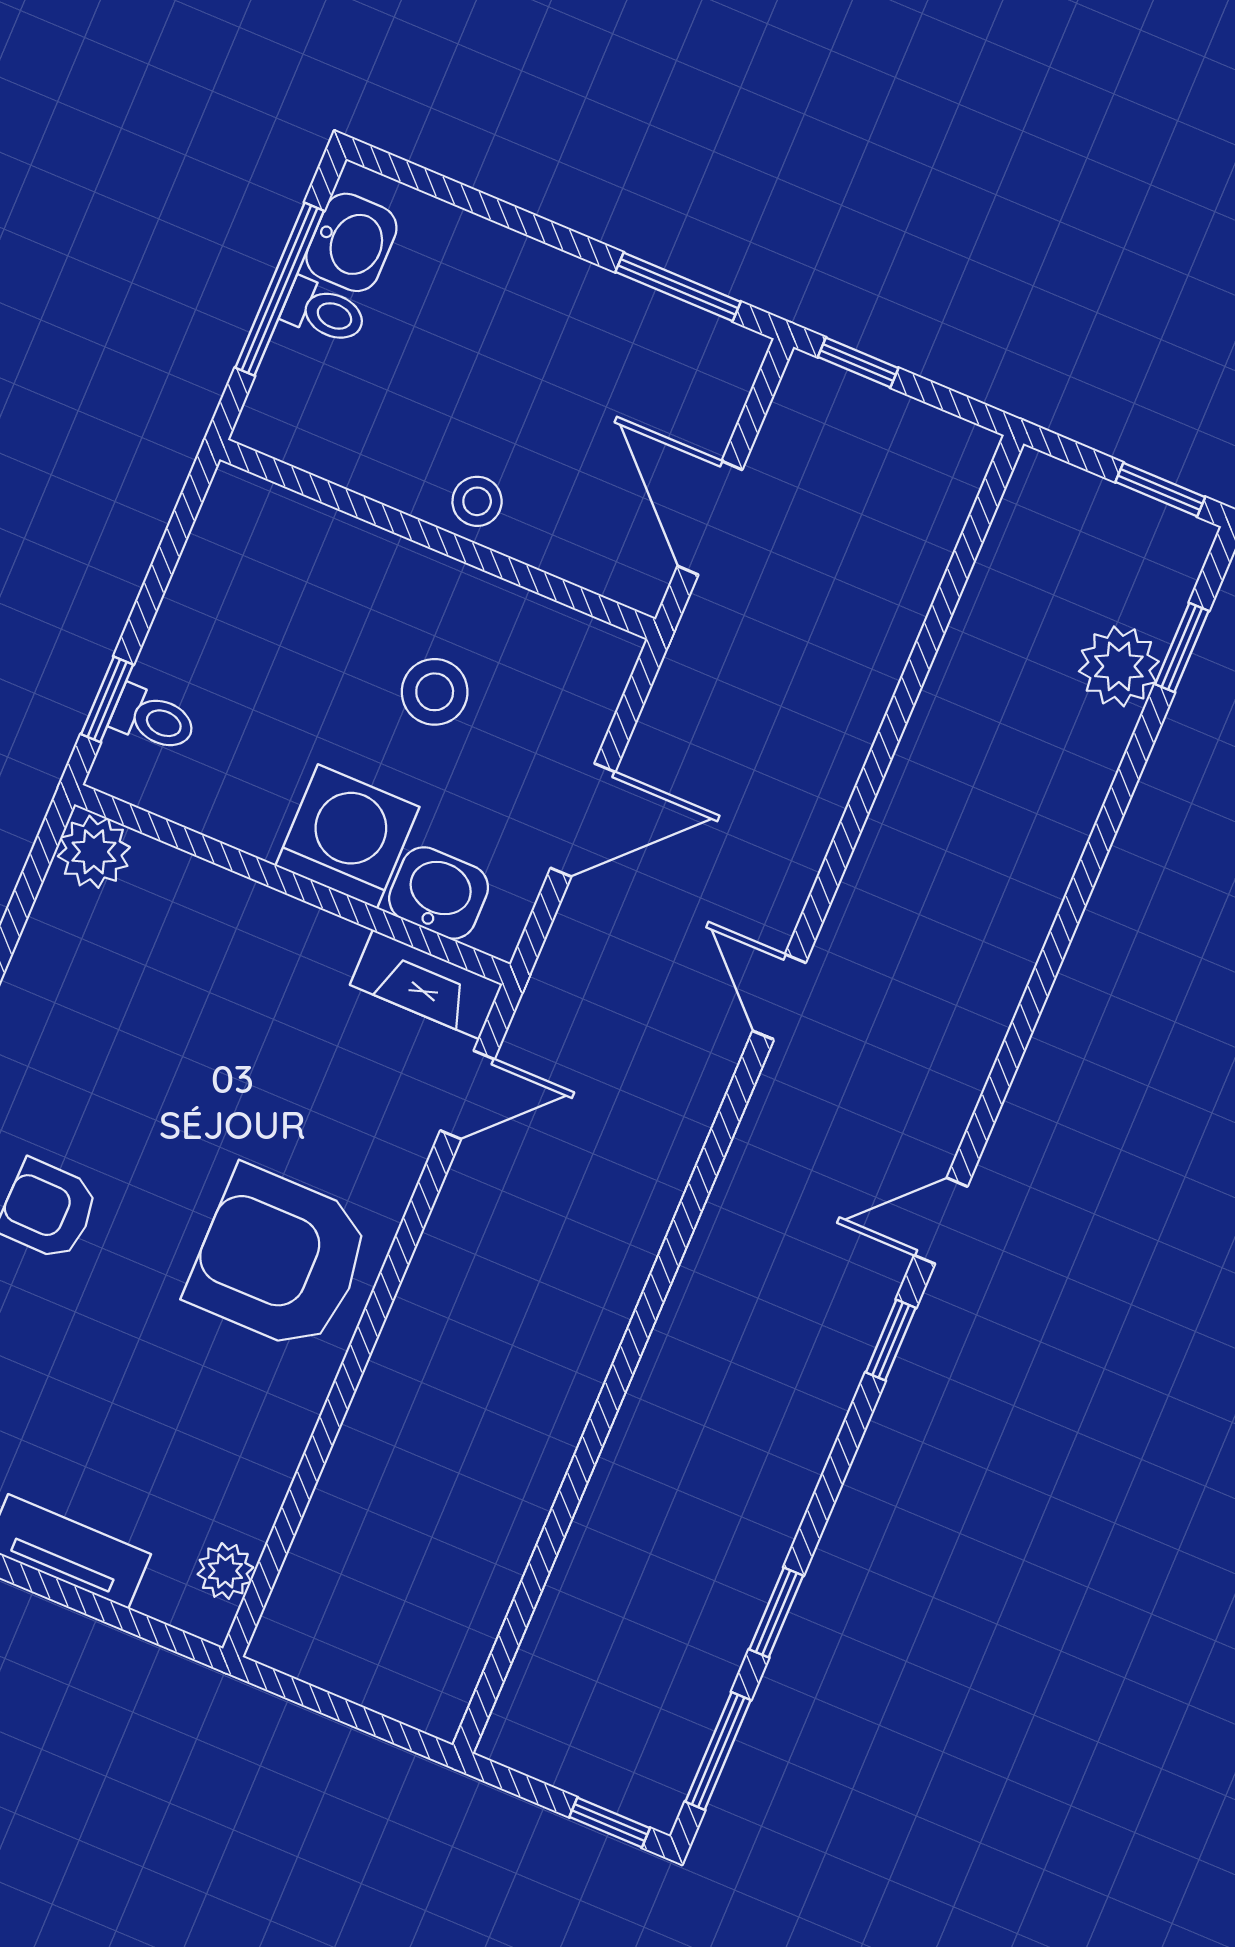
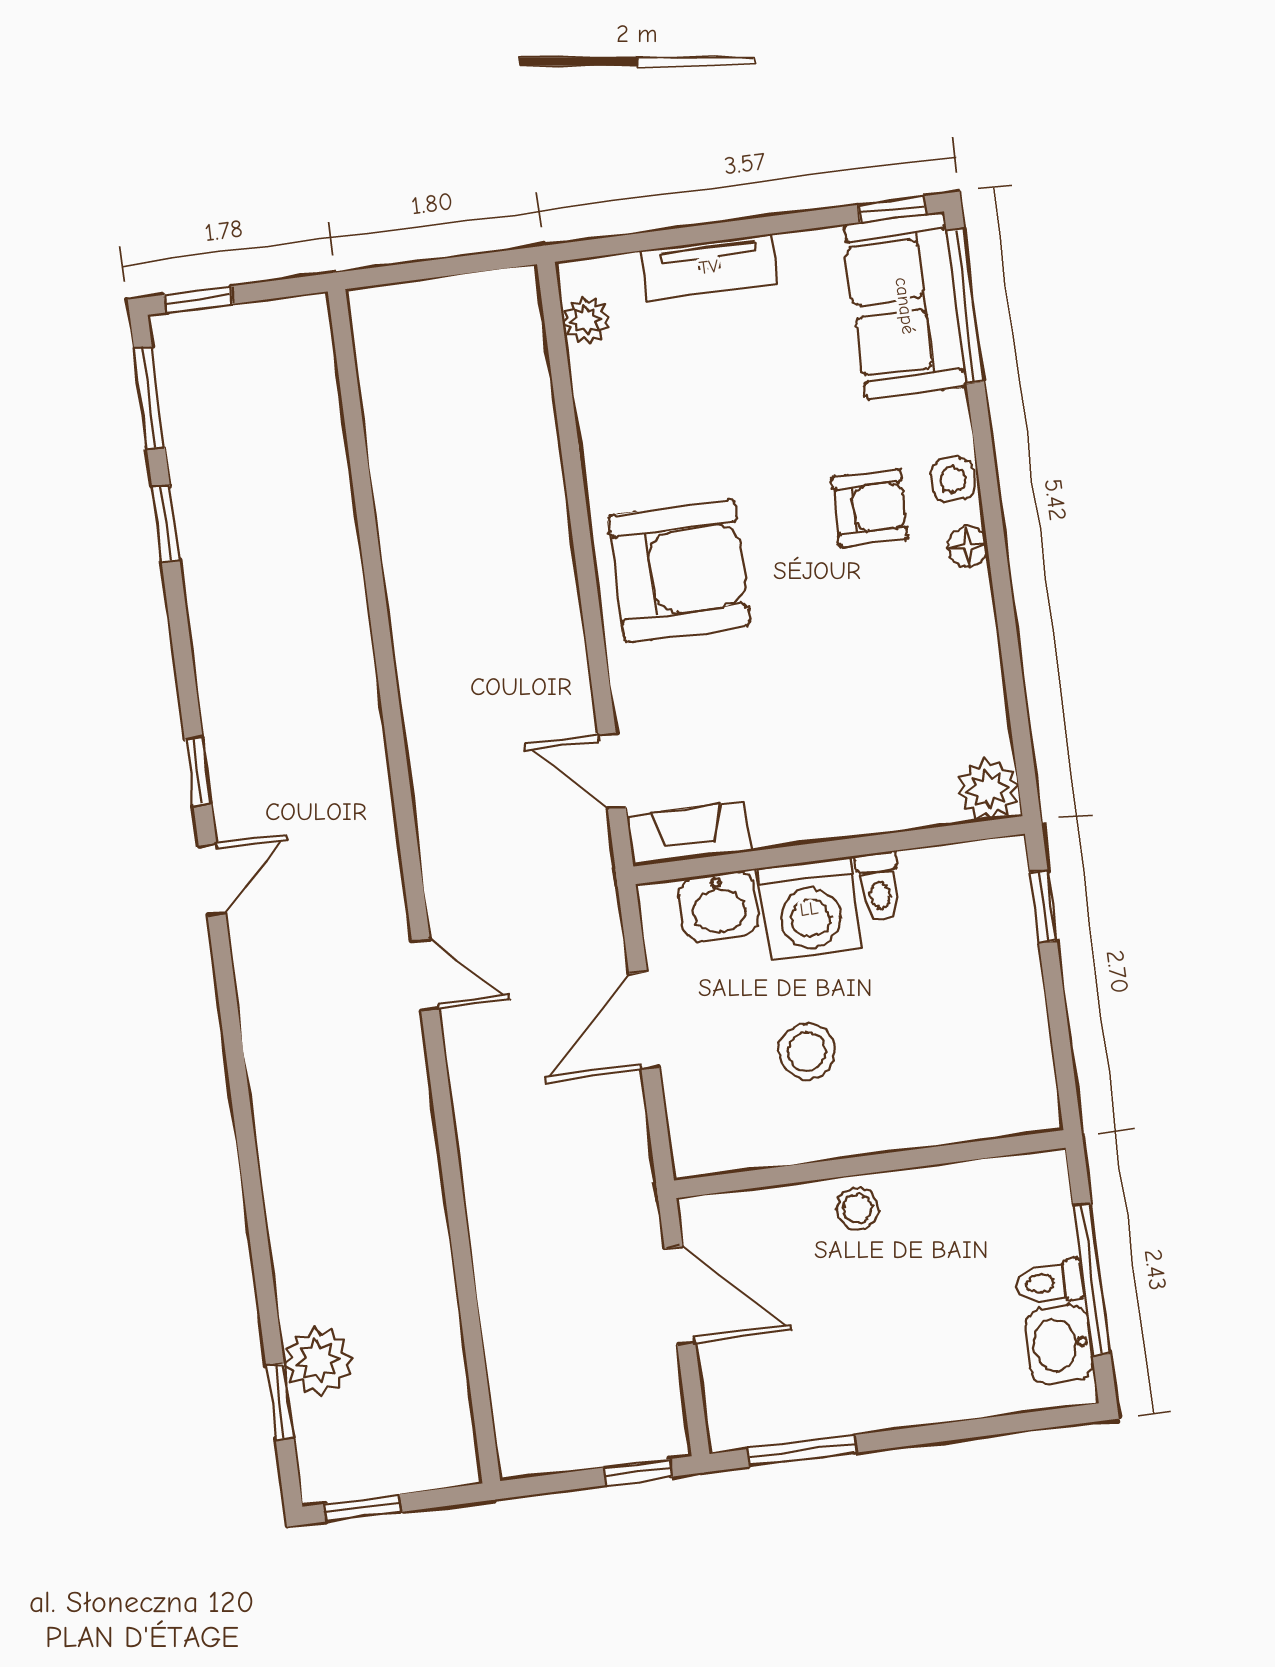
toilet: (153, 719) -> (879, 886), moved, turned -90
door: (467, 1095) -> (612, 771), hinge flipped

